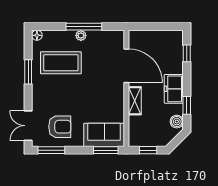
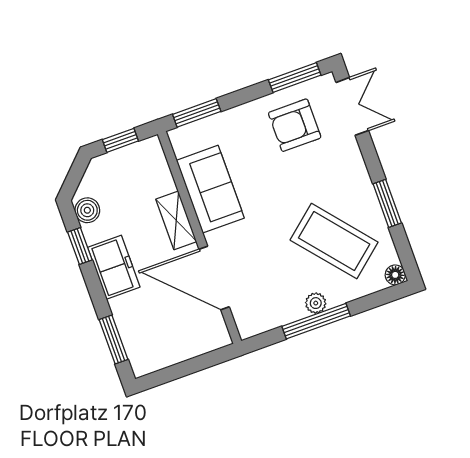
window: (187, 53) -> (114, 340), width x1.50
coffee table: (61, 63) -> (334, 241), turned 50
sofa: (104, 135) -> (210, 189), moved, turned -90

